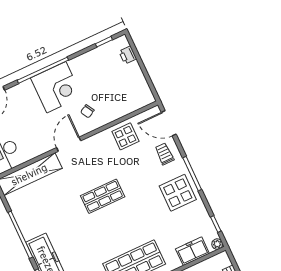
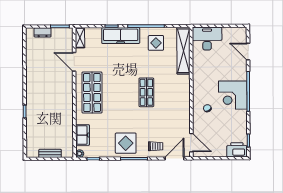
printer: (128, 55) -> (237, 150), width x1.87, depth x1.48
display table: (125, 136) -> (156, 43), moved
door: (69, 144) -> (191, 143), moved

